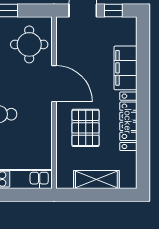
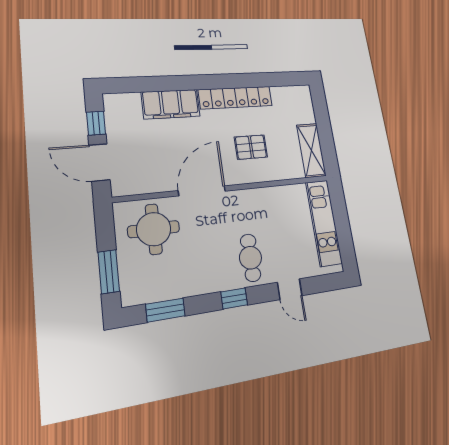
pallet: (86, 128) -> (251, 147), width x0.67, depth x0.71
shelving: (96, 180) -> (311, 150), moved

